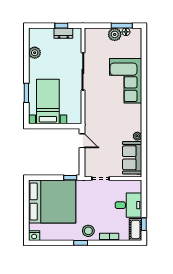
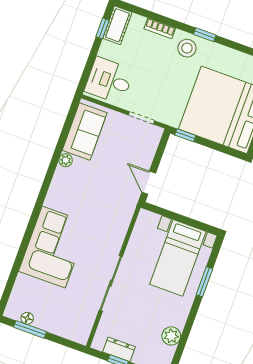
plant: (115, 34) -> (45, 320), removed
desk: (128, 205) -> (109, 80), moved

